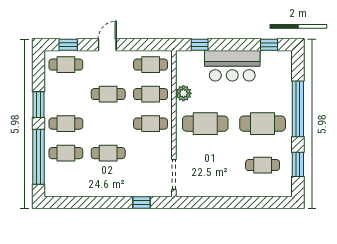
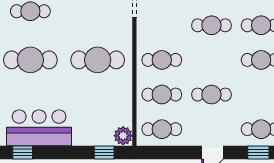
bar counter: (232, 66) -> (39, 128), moved
plant: (183, 93) -> (123, 136), moved

